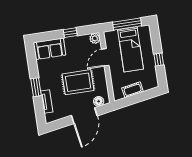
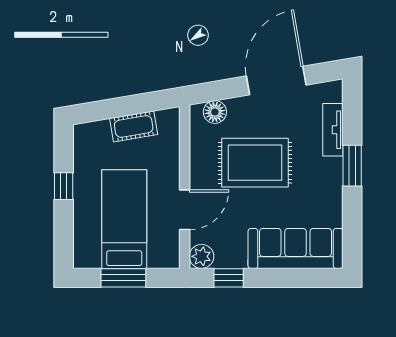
window: (127, 24) -> (123, 278), width x0.69
window: (70, 33) -> (229, 278), moved
sofa: (50, 49) -> (296, 248), width x1.36
door: (84, 116) -> (276, 80), moved

